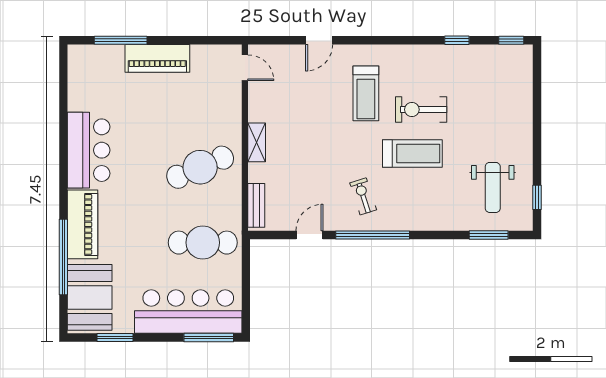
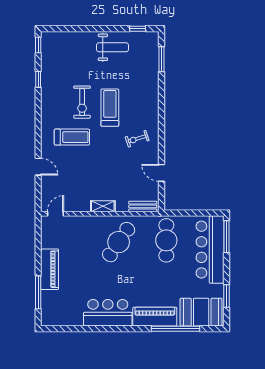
cafe table: (200, 167) -> (119, 242), turned 57
weight bench: (493, 187) -> (112, 47), moved
window: (373, 235) -> (161, 133), removed

